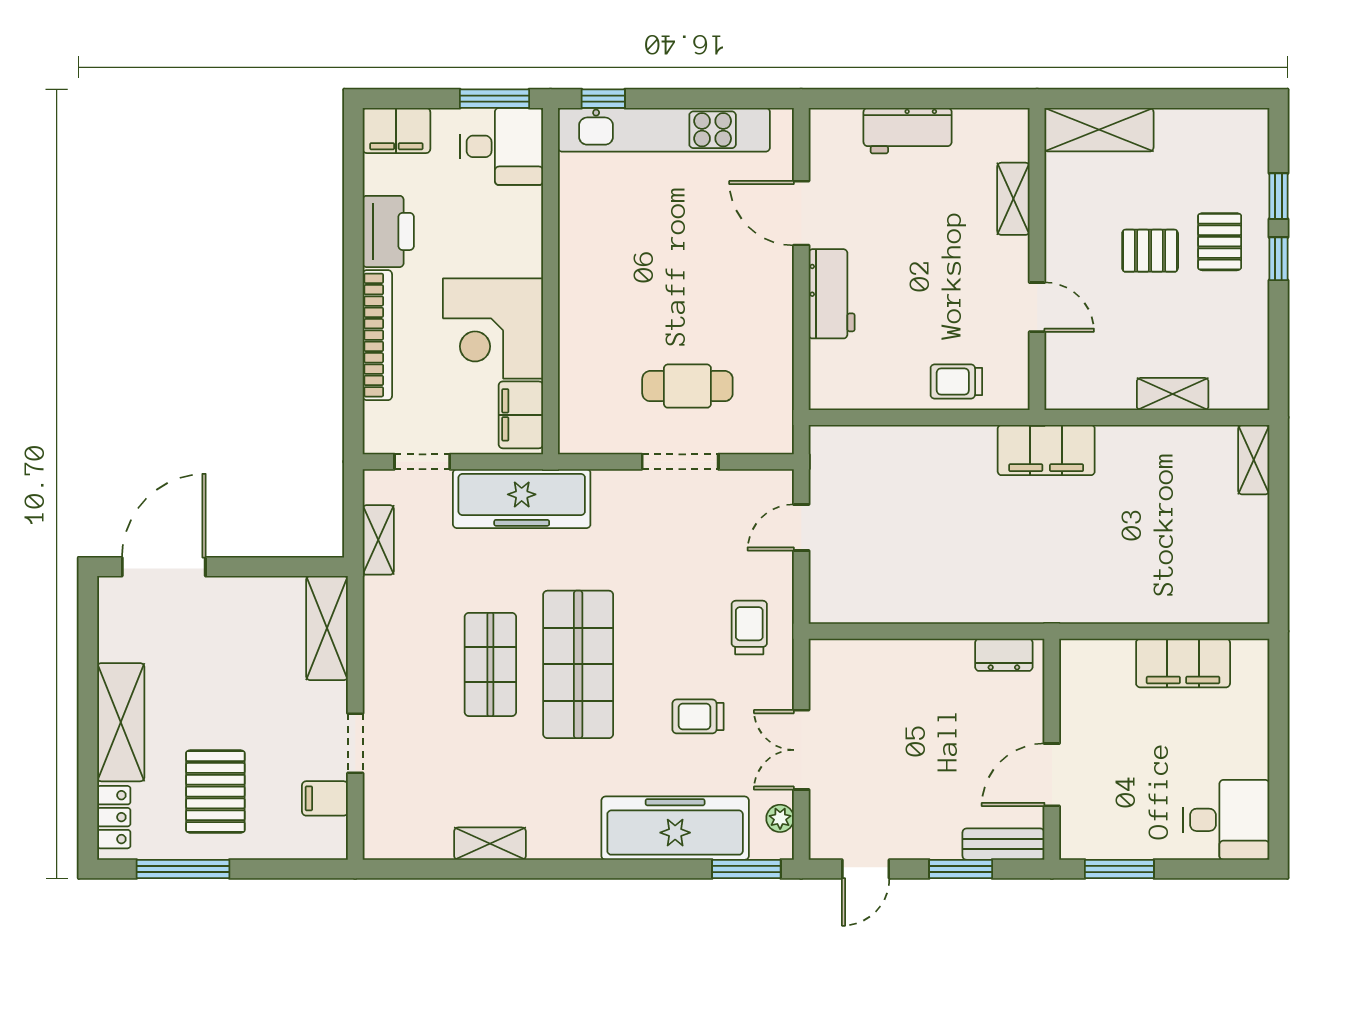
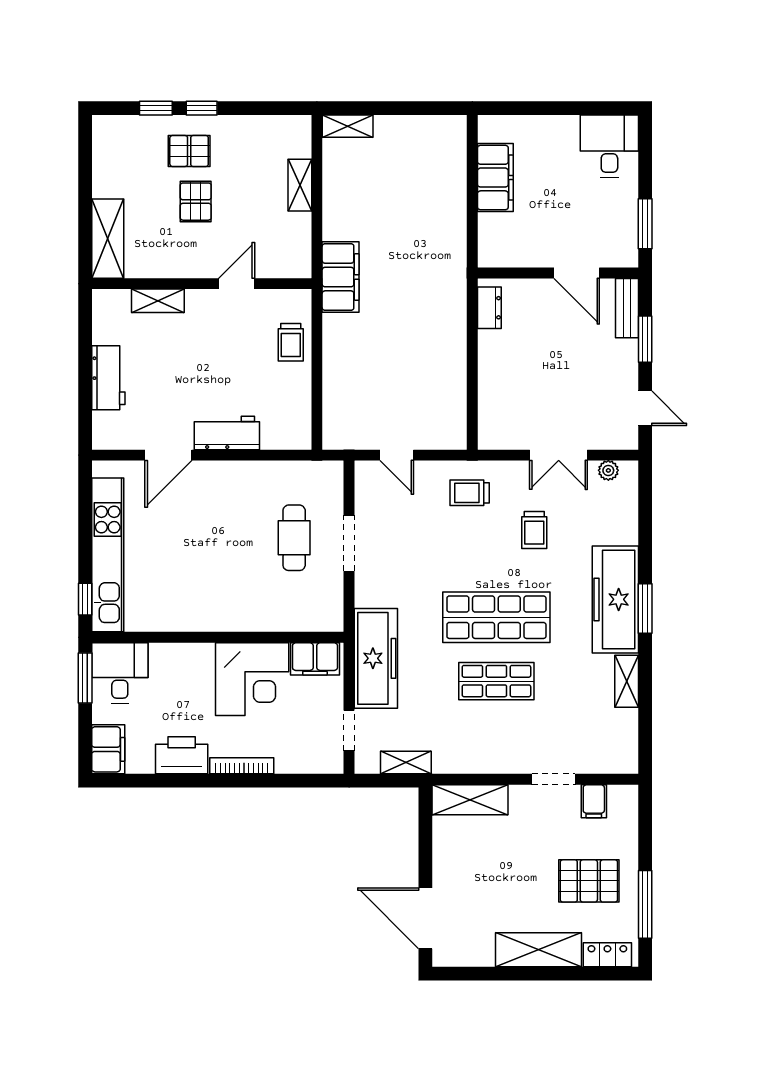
bookcase: (377, 335) -> (242, 766), width x0.68, depth x0.76
freezer: (675, 828) -> (615, 599), moved
window: (746, 869) -> (645, 609), moved

